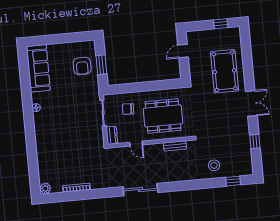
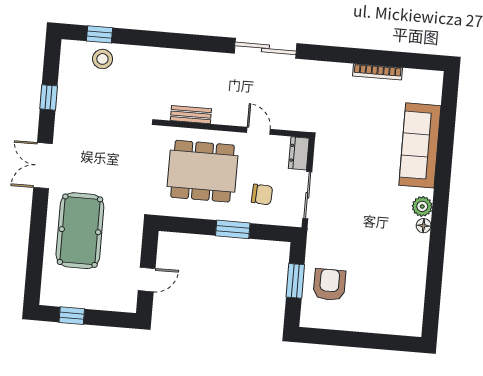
sofa: (38, 68) -> (420, 145), moved
window: (141, 87) -> (233, 229), added
stool: (214, 165) -> (102, 59), moved
plant: (45, 188) -> (422, 206), moved

